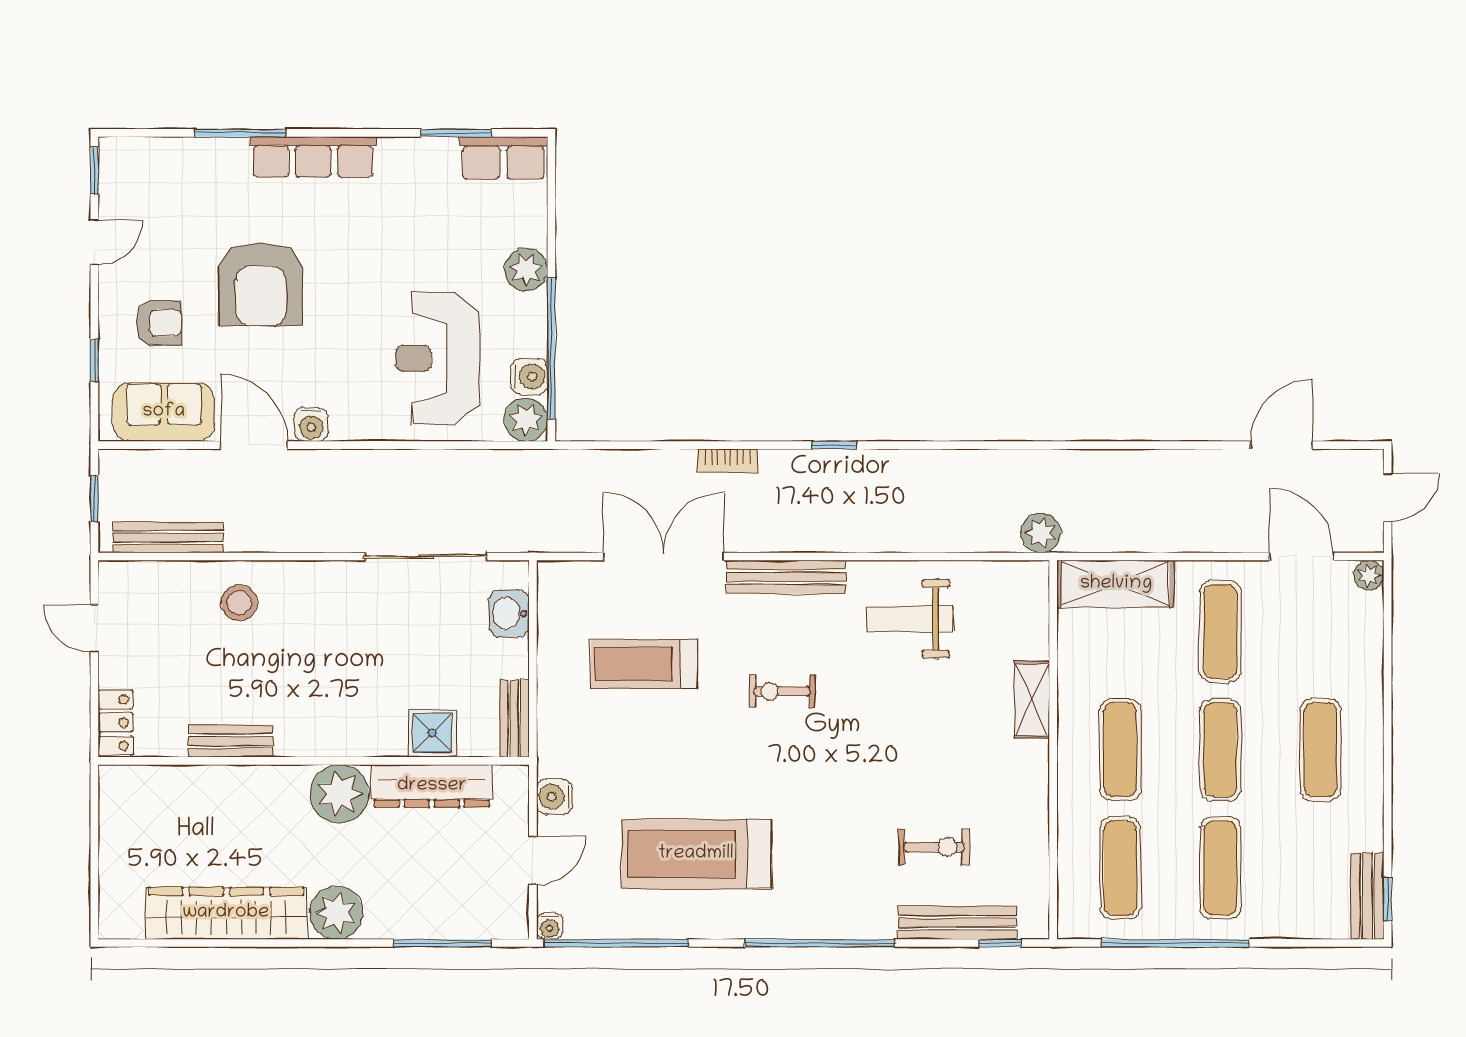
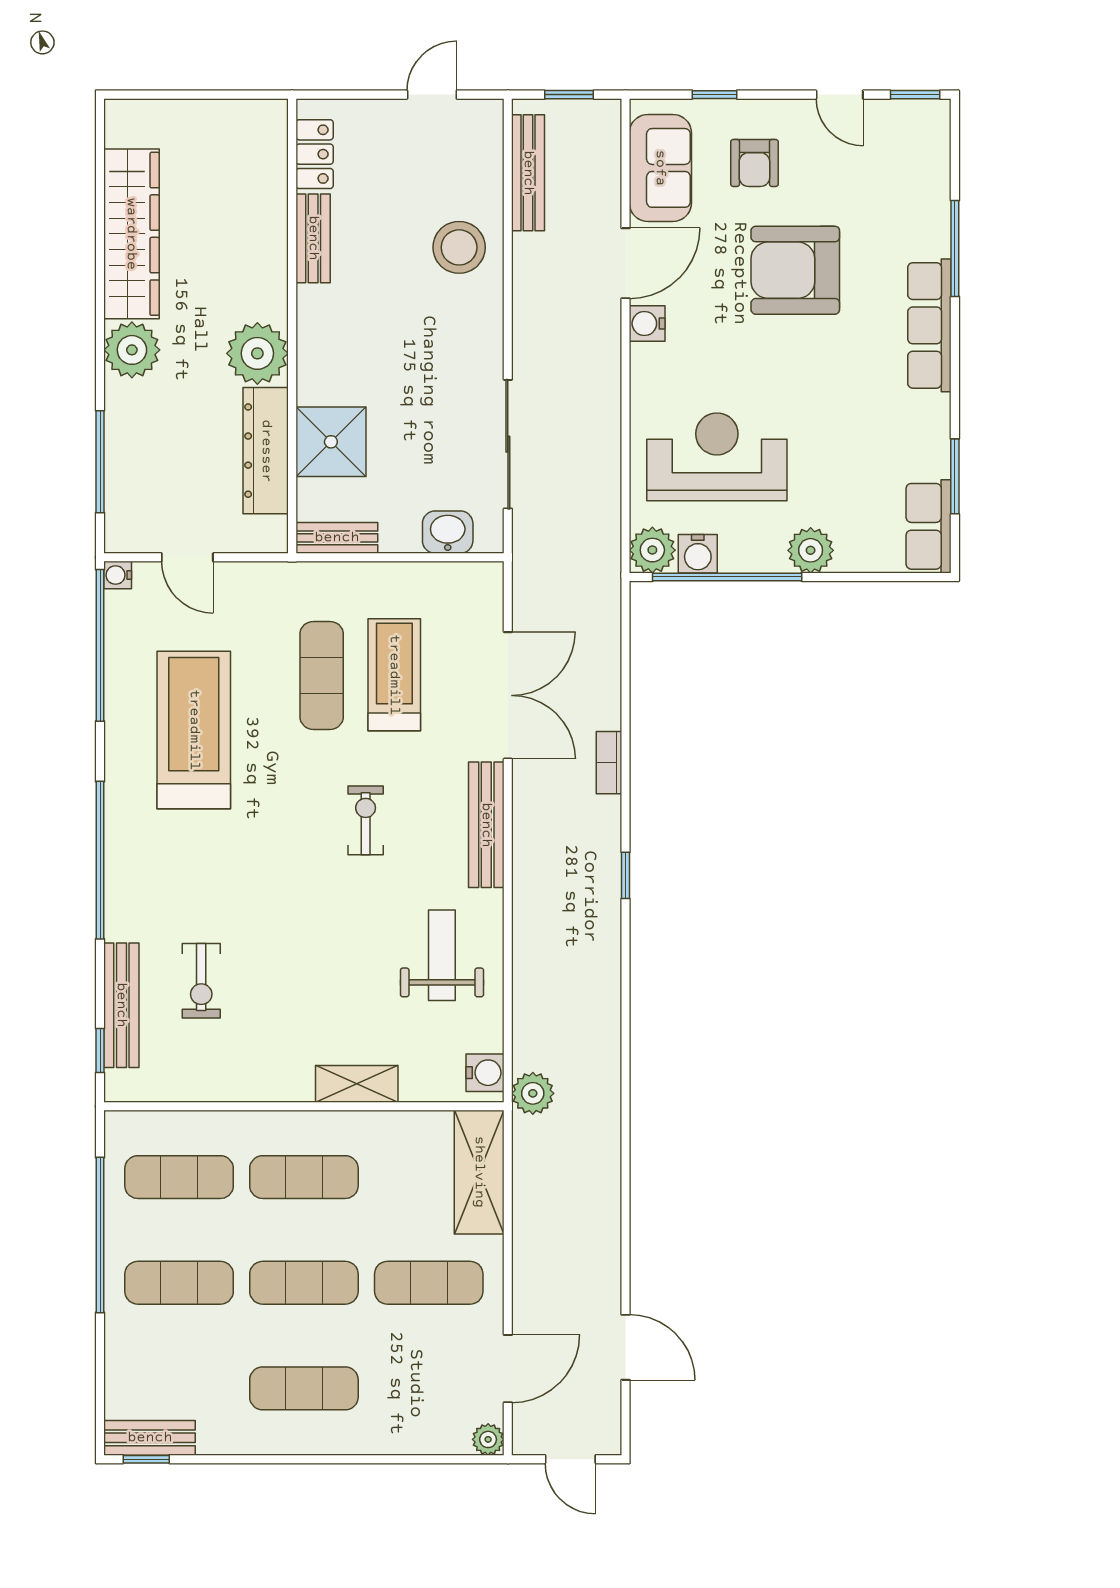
stool: (239, 603) -> (459, 247), width x1.38, depth x1.38
locker: (116, 723) -> (315, 154), moved, turned -90
shower: (432, 733) -> (331, 442), width x1.36, depth x1.36
exercise mat: (645, 733) -> (322, 675), added
water cooler: (555, 797) -> (485, 1073), moved, turned 90

